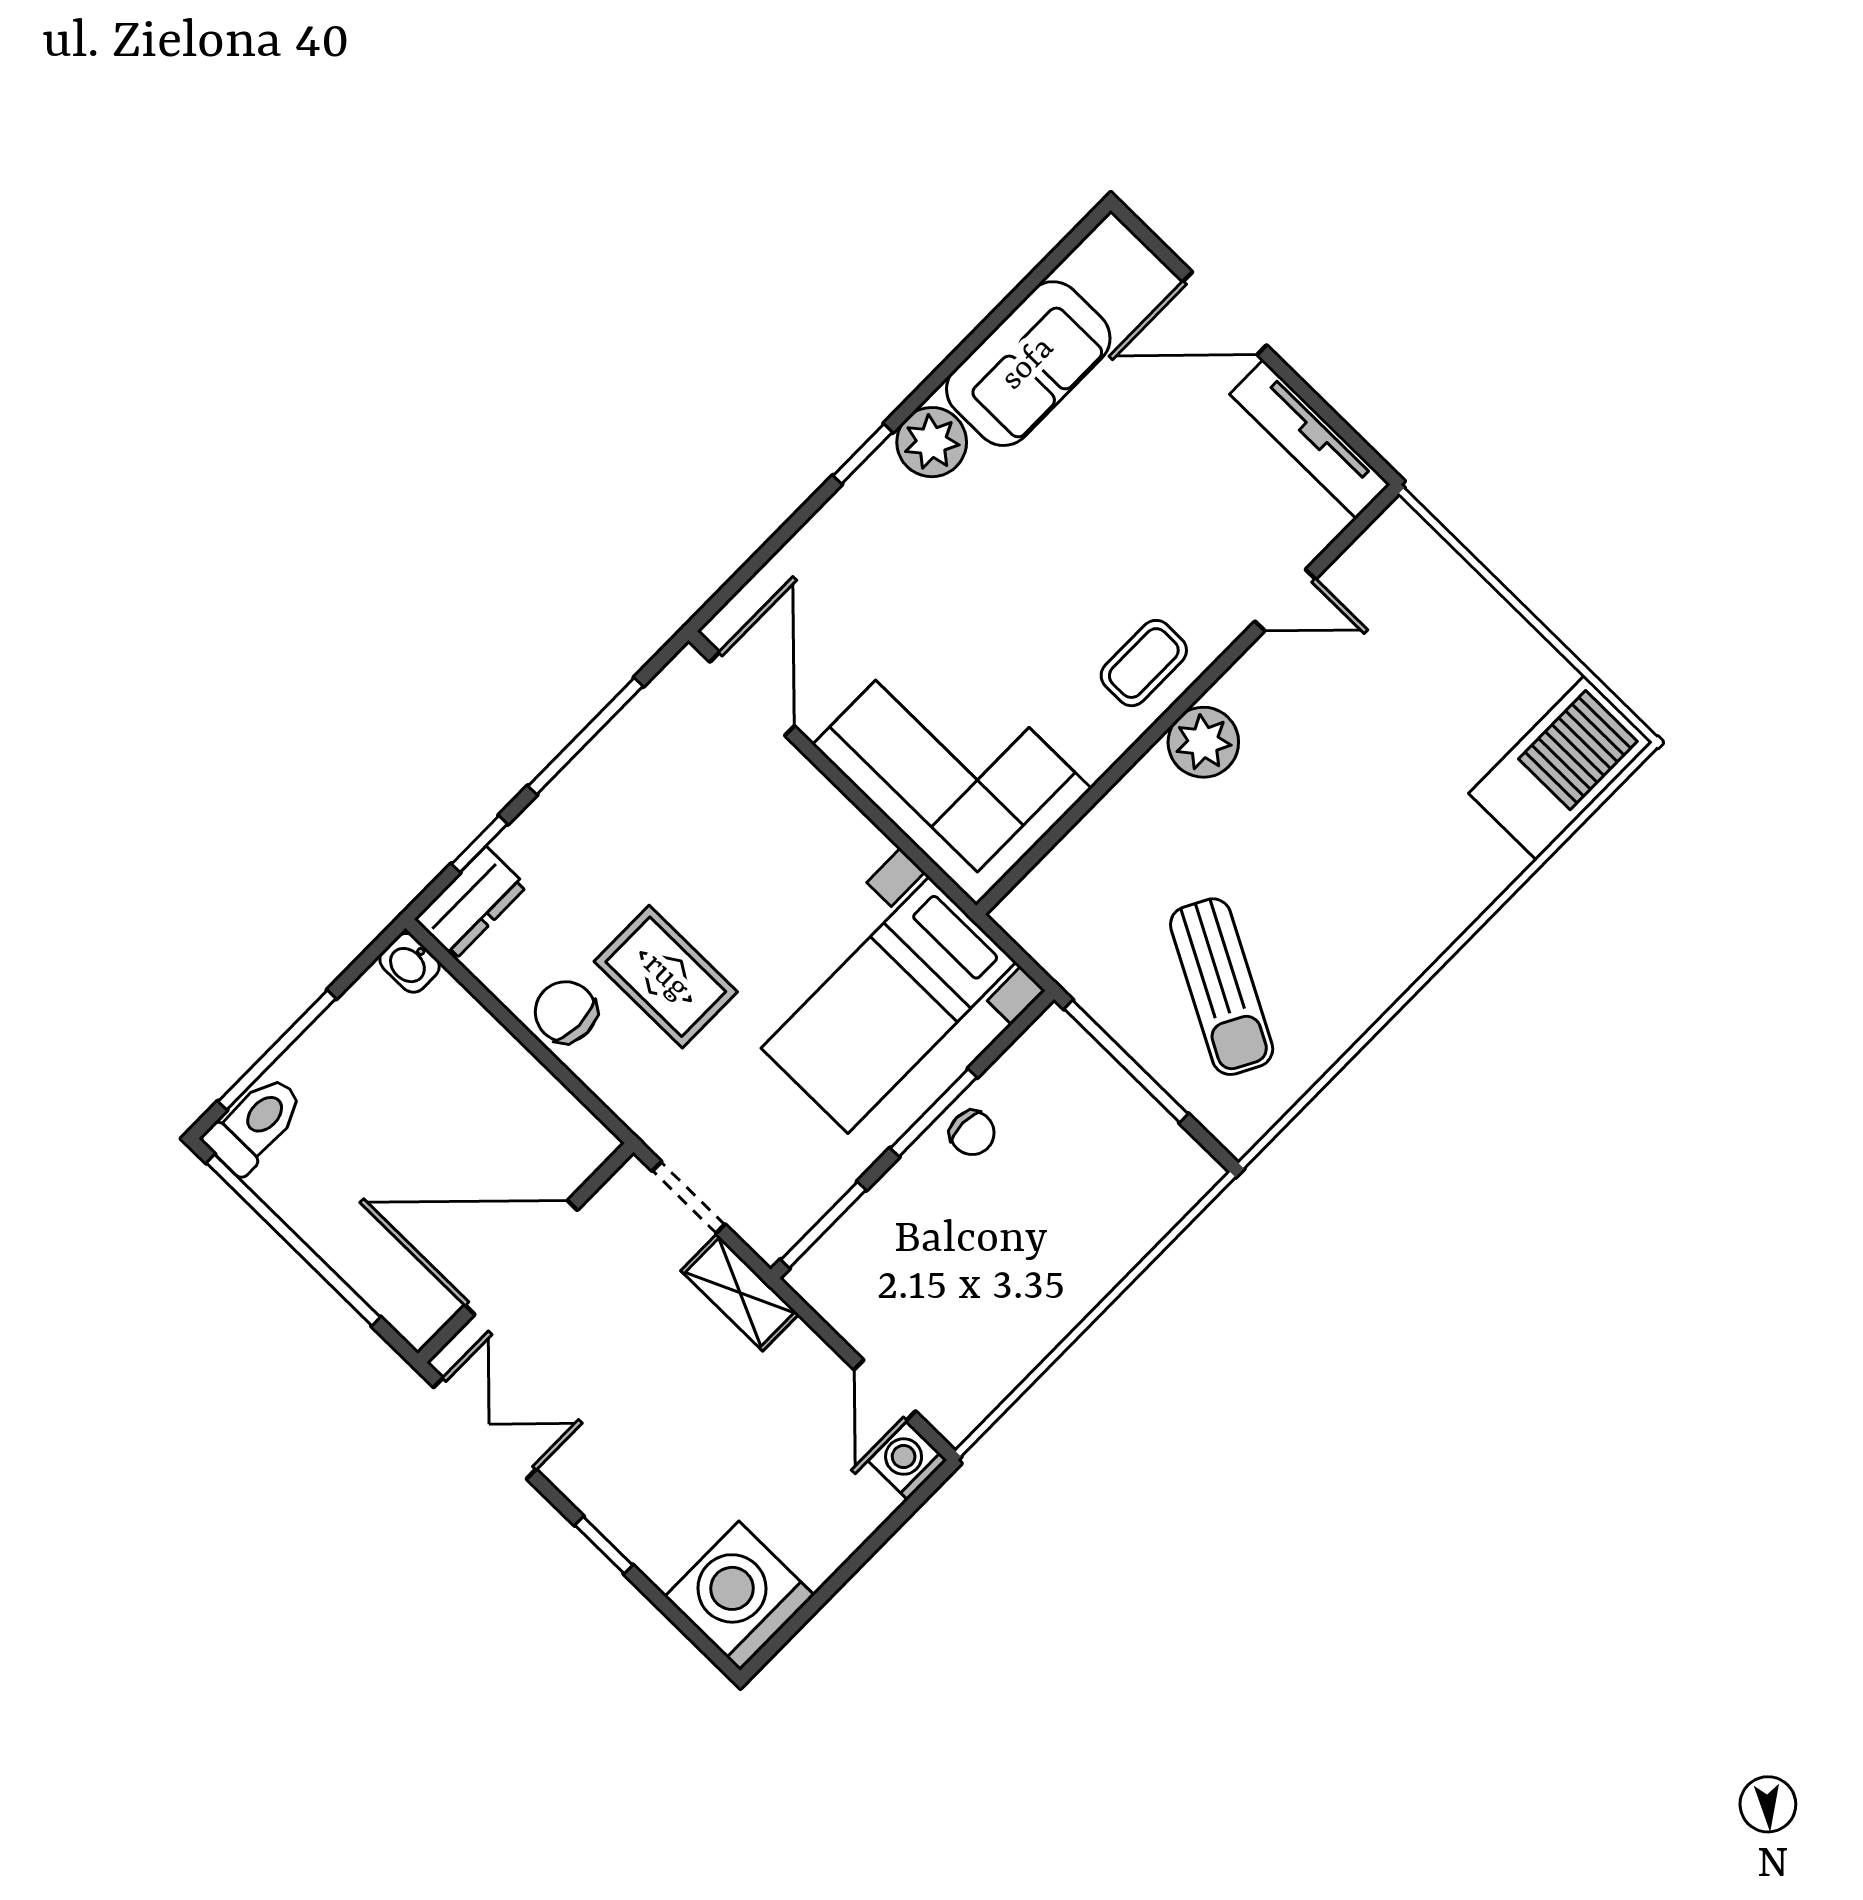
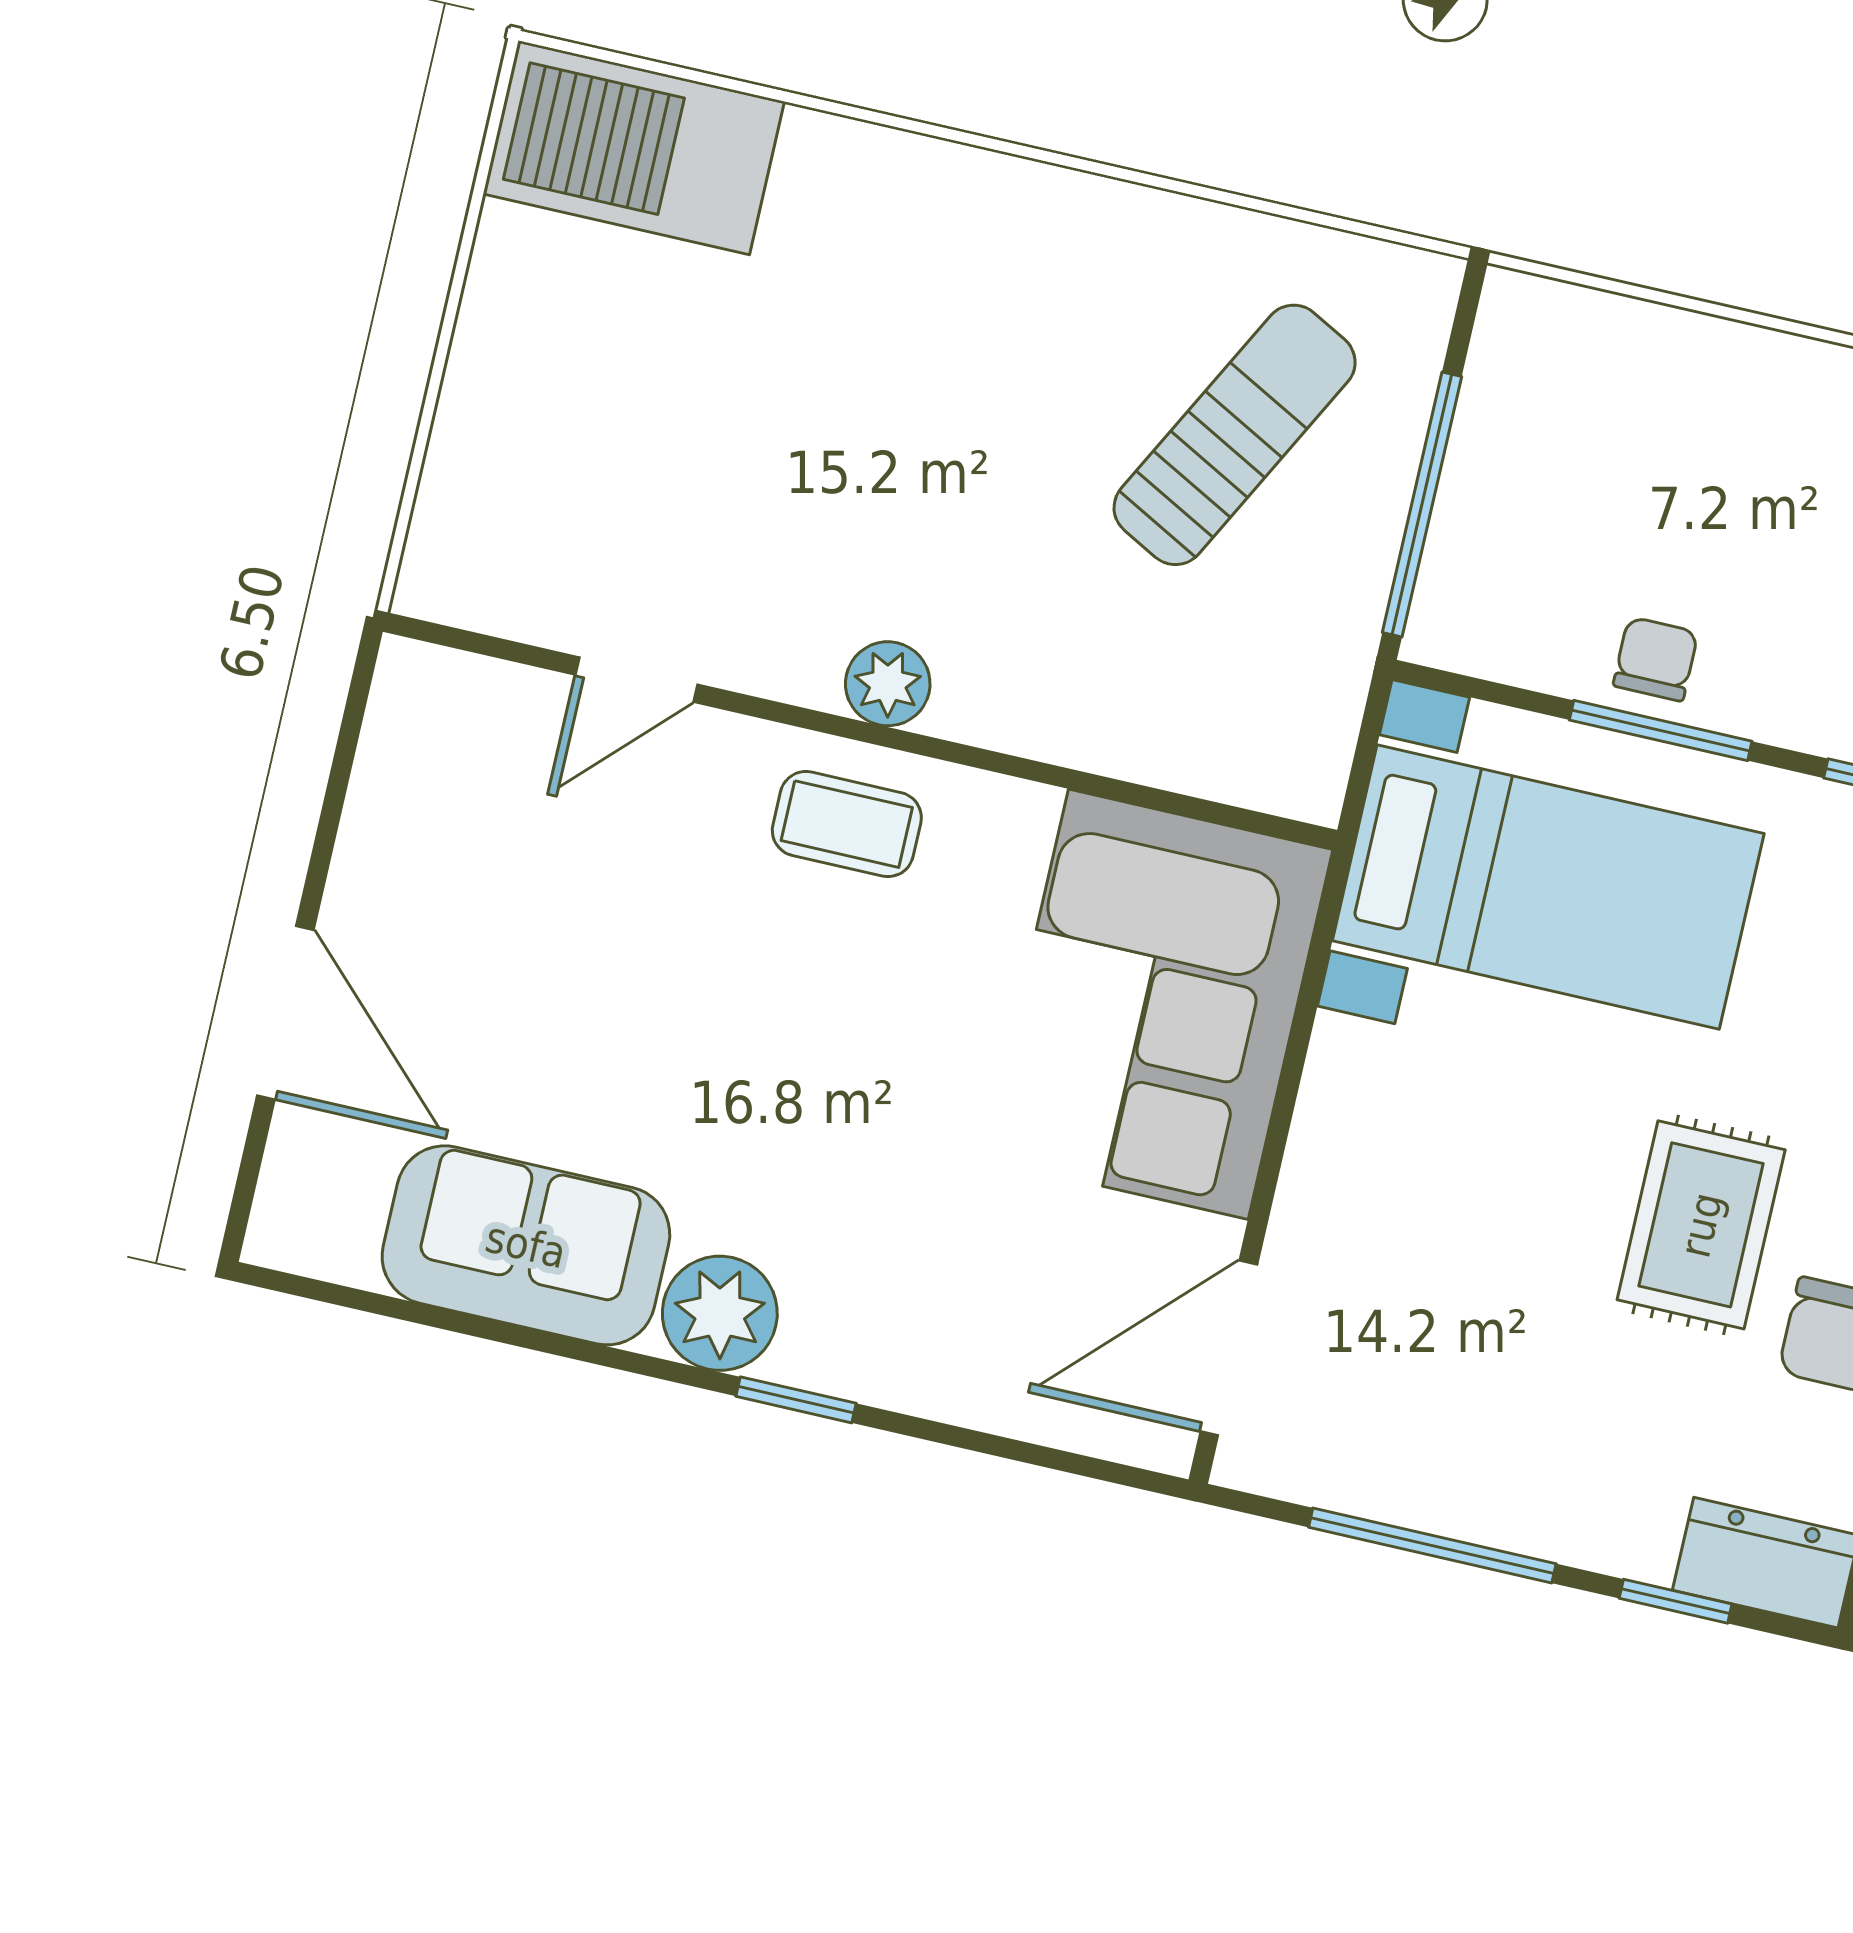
tv unit: (1310, 439) -> (389, 784), removed
door: (1285, 600) -> (636, 680), swing flipped
plant: (1203, 742) -> (888, 684), width x0.73, depth x0.73

